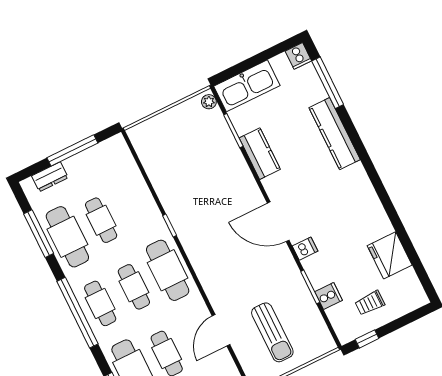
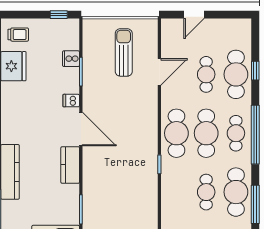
kitchen counter: (260, 154) -> (70, 165), moved
cafe table: (134, 287) -> (206, 133), width x1.37, depth x1.35
trolley: (370, 303) -> (18, 35), moved

